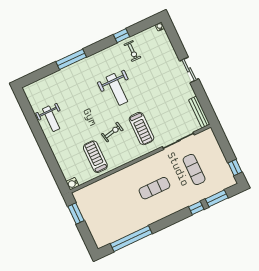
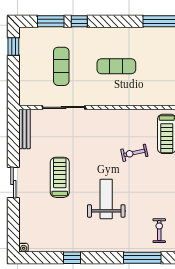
exercise bike: (132, 51) -> (159, 231), moved
treadmill: (141, 129) -> (60, 177), moved

